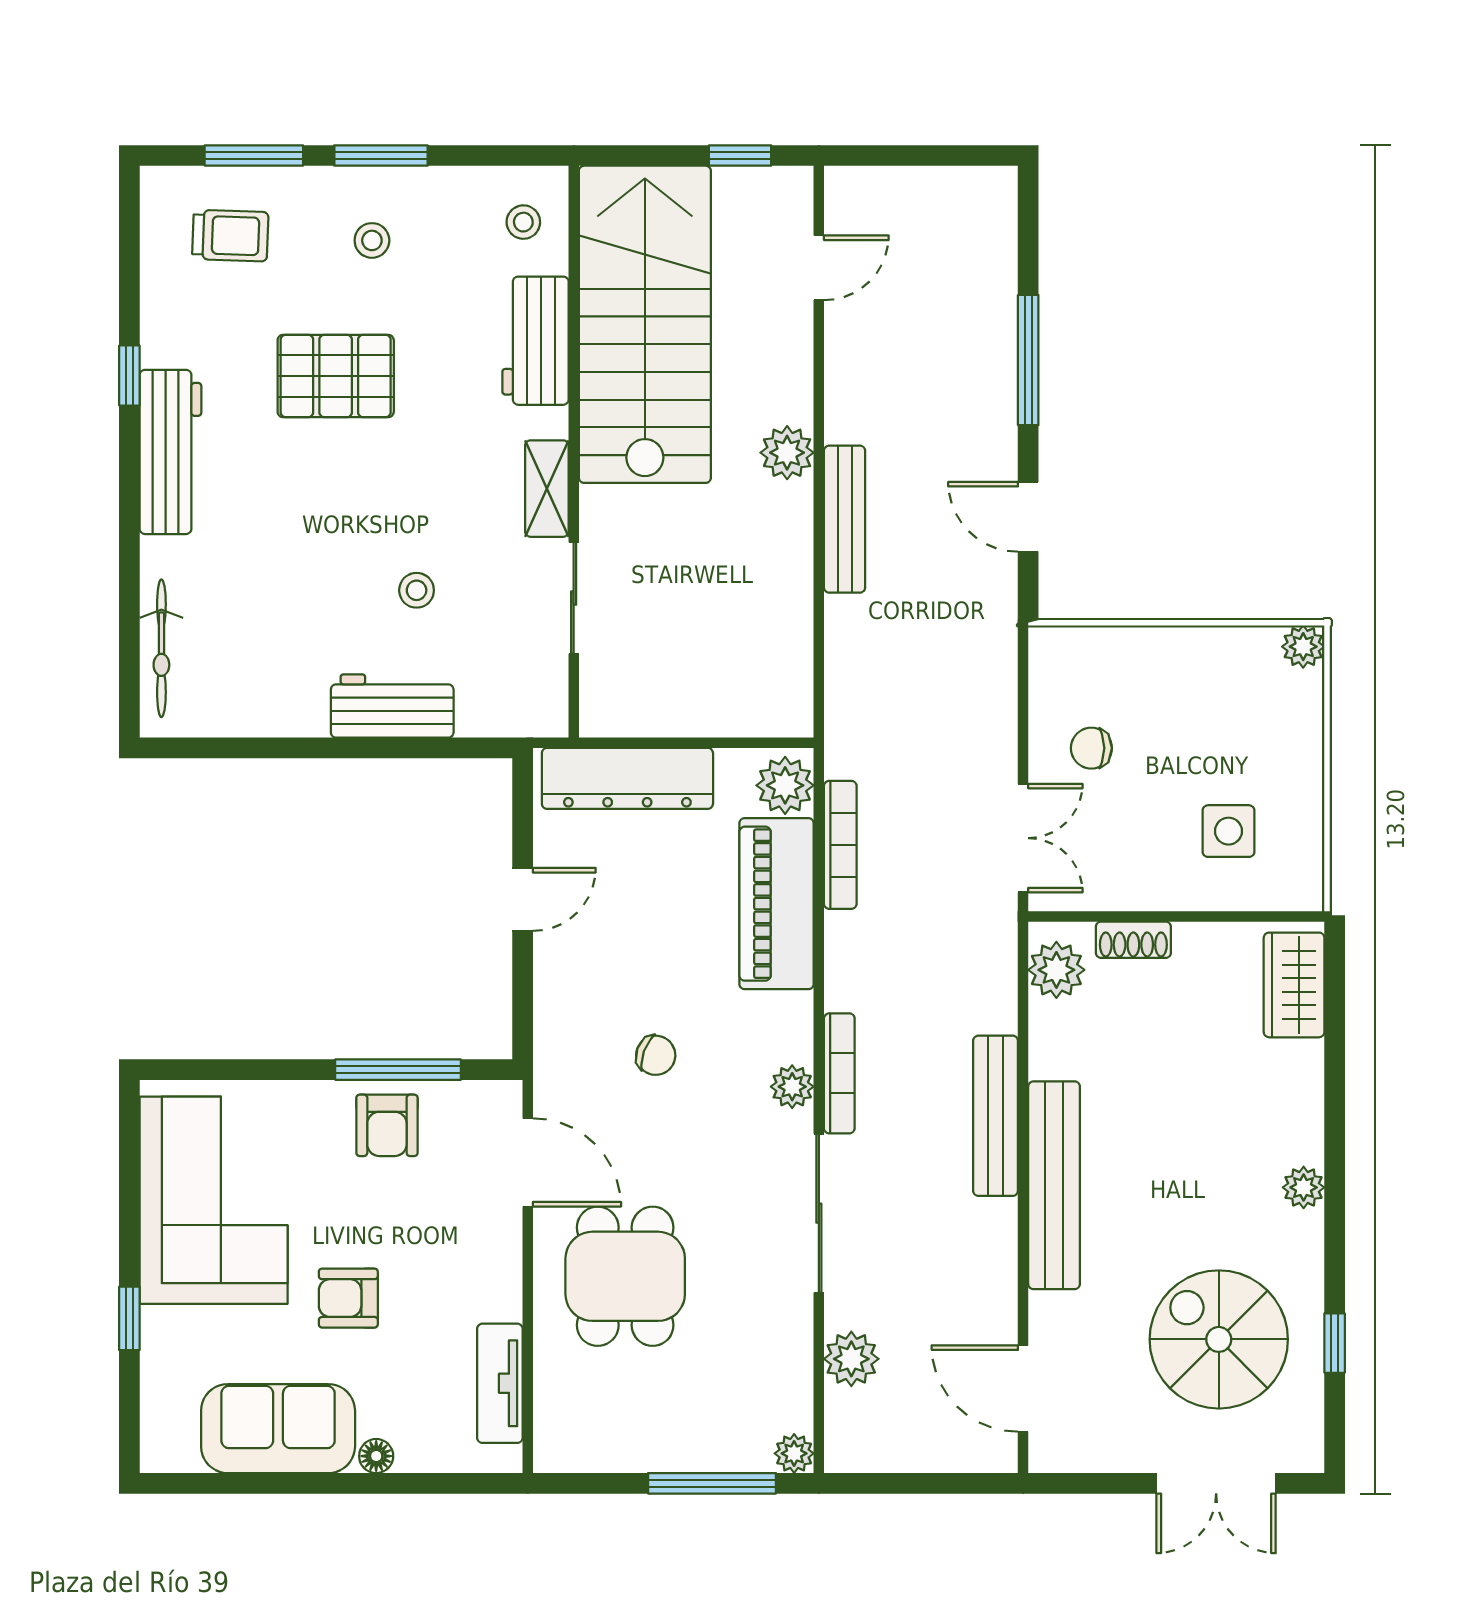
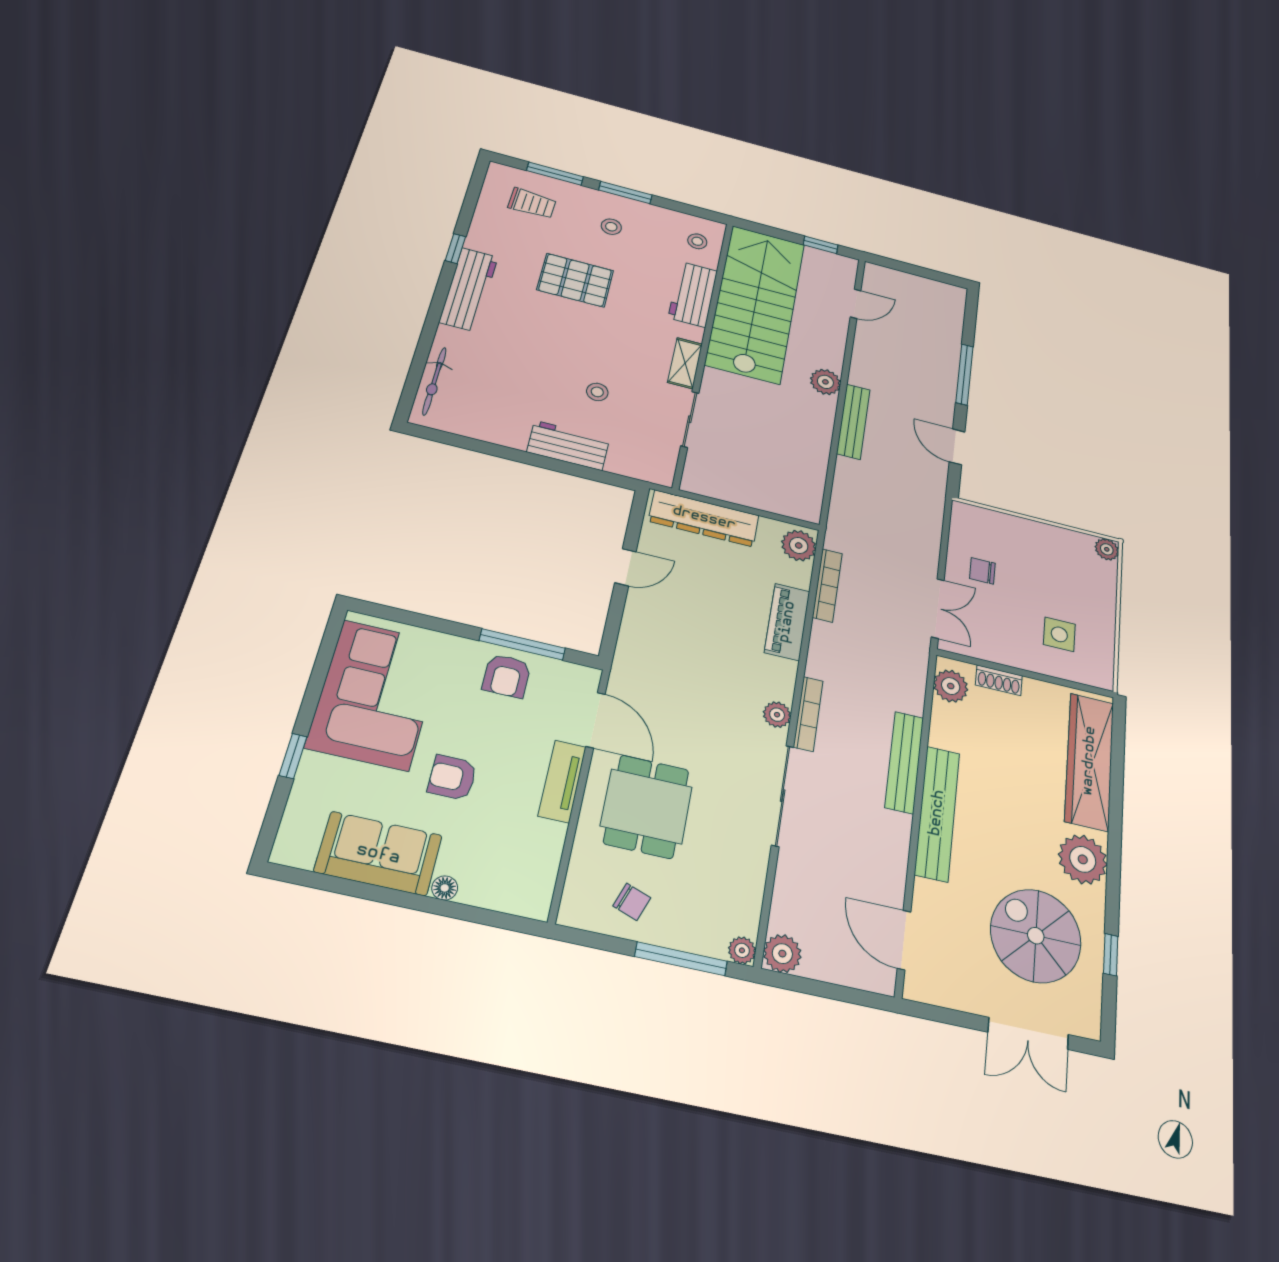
piano: (777, 904) -> (787, 622), width x0.73, depth x0.75
wardrobe: (1294, 985) -> (1089, 761), width x2.10, depth x1.17
chair: (656, 1055) -> (632, 902), moved
plant: (1304, 1187) -> (1083, 859), width x1.87, depth x1.87
plant: (851, 1359) -> (782, 954), moved
tv unit: (500, 1383) -> (562, 781), moved

